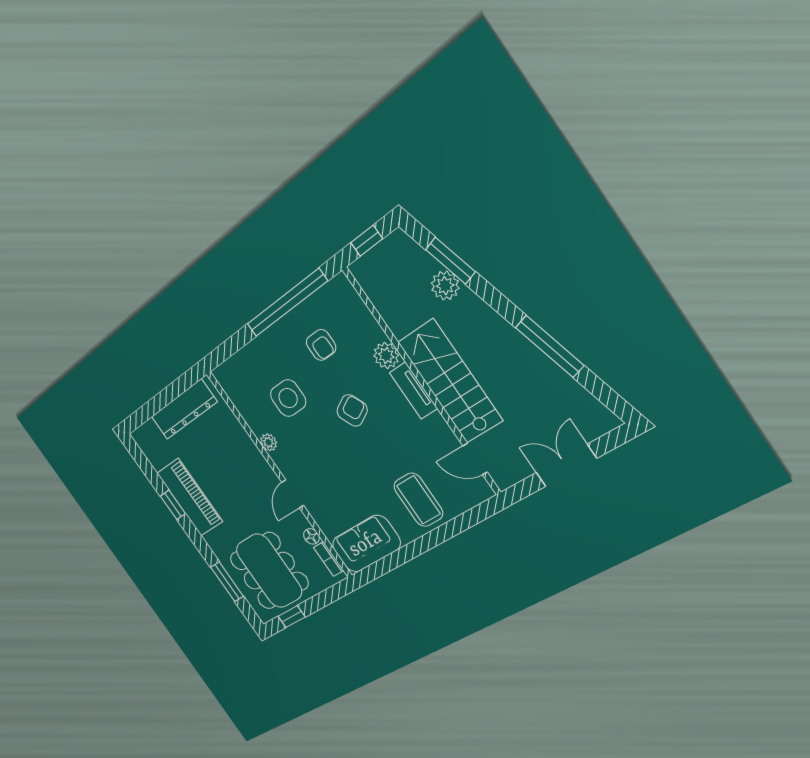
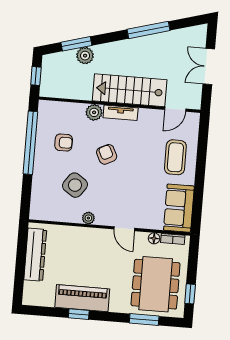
side table: (288, 398) -> (75, 185), turned 35
coffee table: (418, 500) -> (175, 157), turned 90
dining table: (269, 571) -> (156, 284), turned 90

